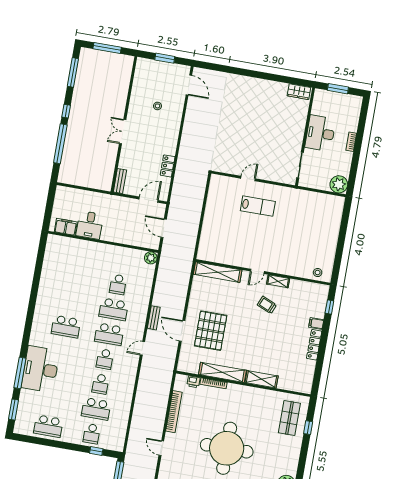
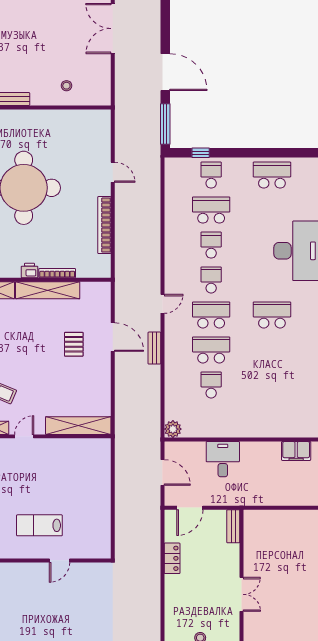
desk: (90, 225) -> (223, 459), moved
pallet: (211, 331) -> (74, 344), width x0.49, depth x0.50
printer: (194, 382) -> (29, 270), moved

